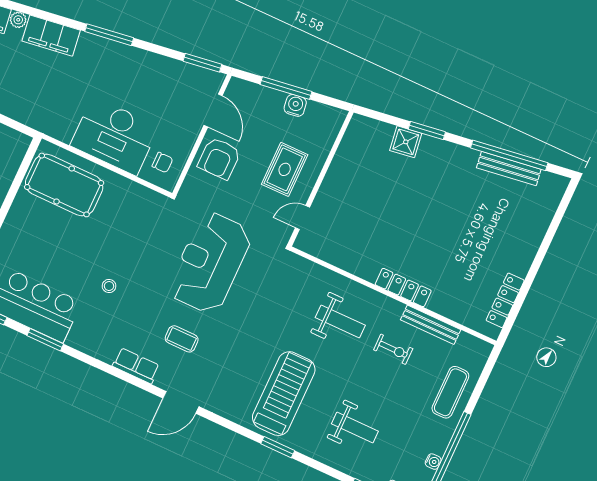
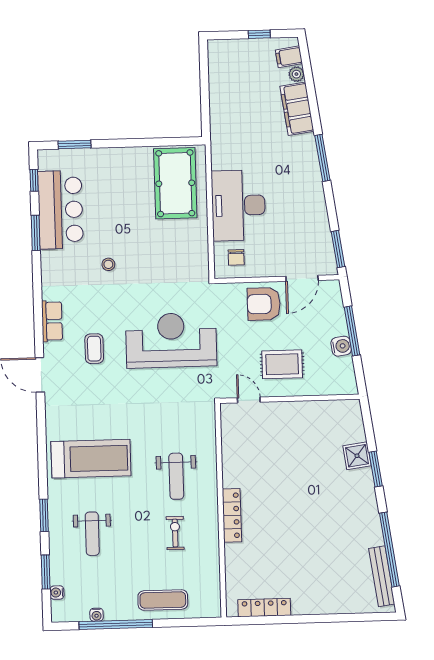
bench: (509, 169) -> (382, 576), moved
bench: (431, 325) -> (212, 555), removed
exercise bike: (393, 349) -> (175, 533), turned 180
window: (278, 447) -> (44, 515), moved

